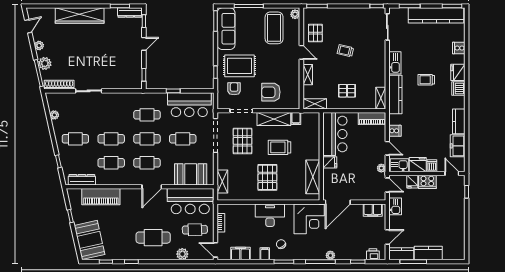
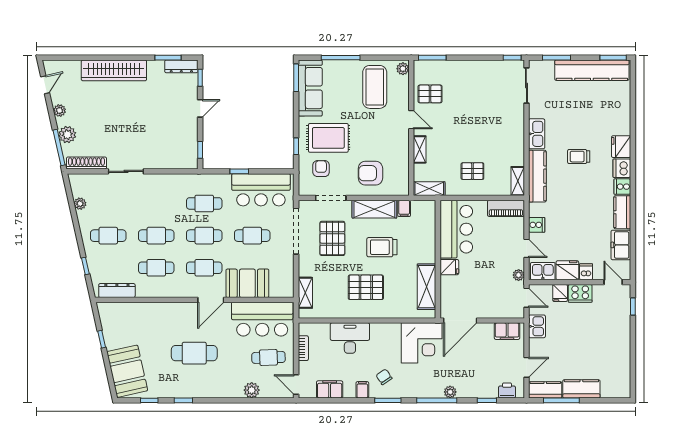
pallet: (315, 33) -> (430, 94), turned 90
cooker: (459, 48) -> (622, 187), moved
trolley: (345, 51) -> (470, 117), removed
booth: (191, 174) -> (247, 283), moved
pallet: (267, 177) -> (366, 287), turned 90
piano: (101, 197) -> (142, 313), removed
desk: (270, 215) -> (350, 338), moved
cafe table: (153, 238) -> (194, 353), moved

